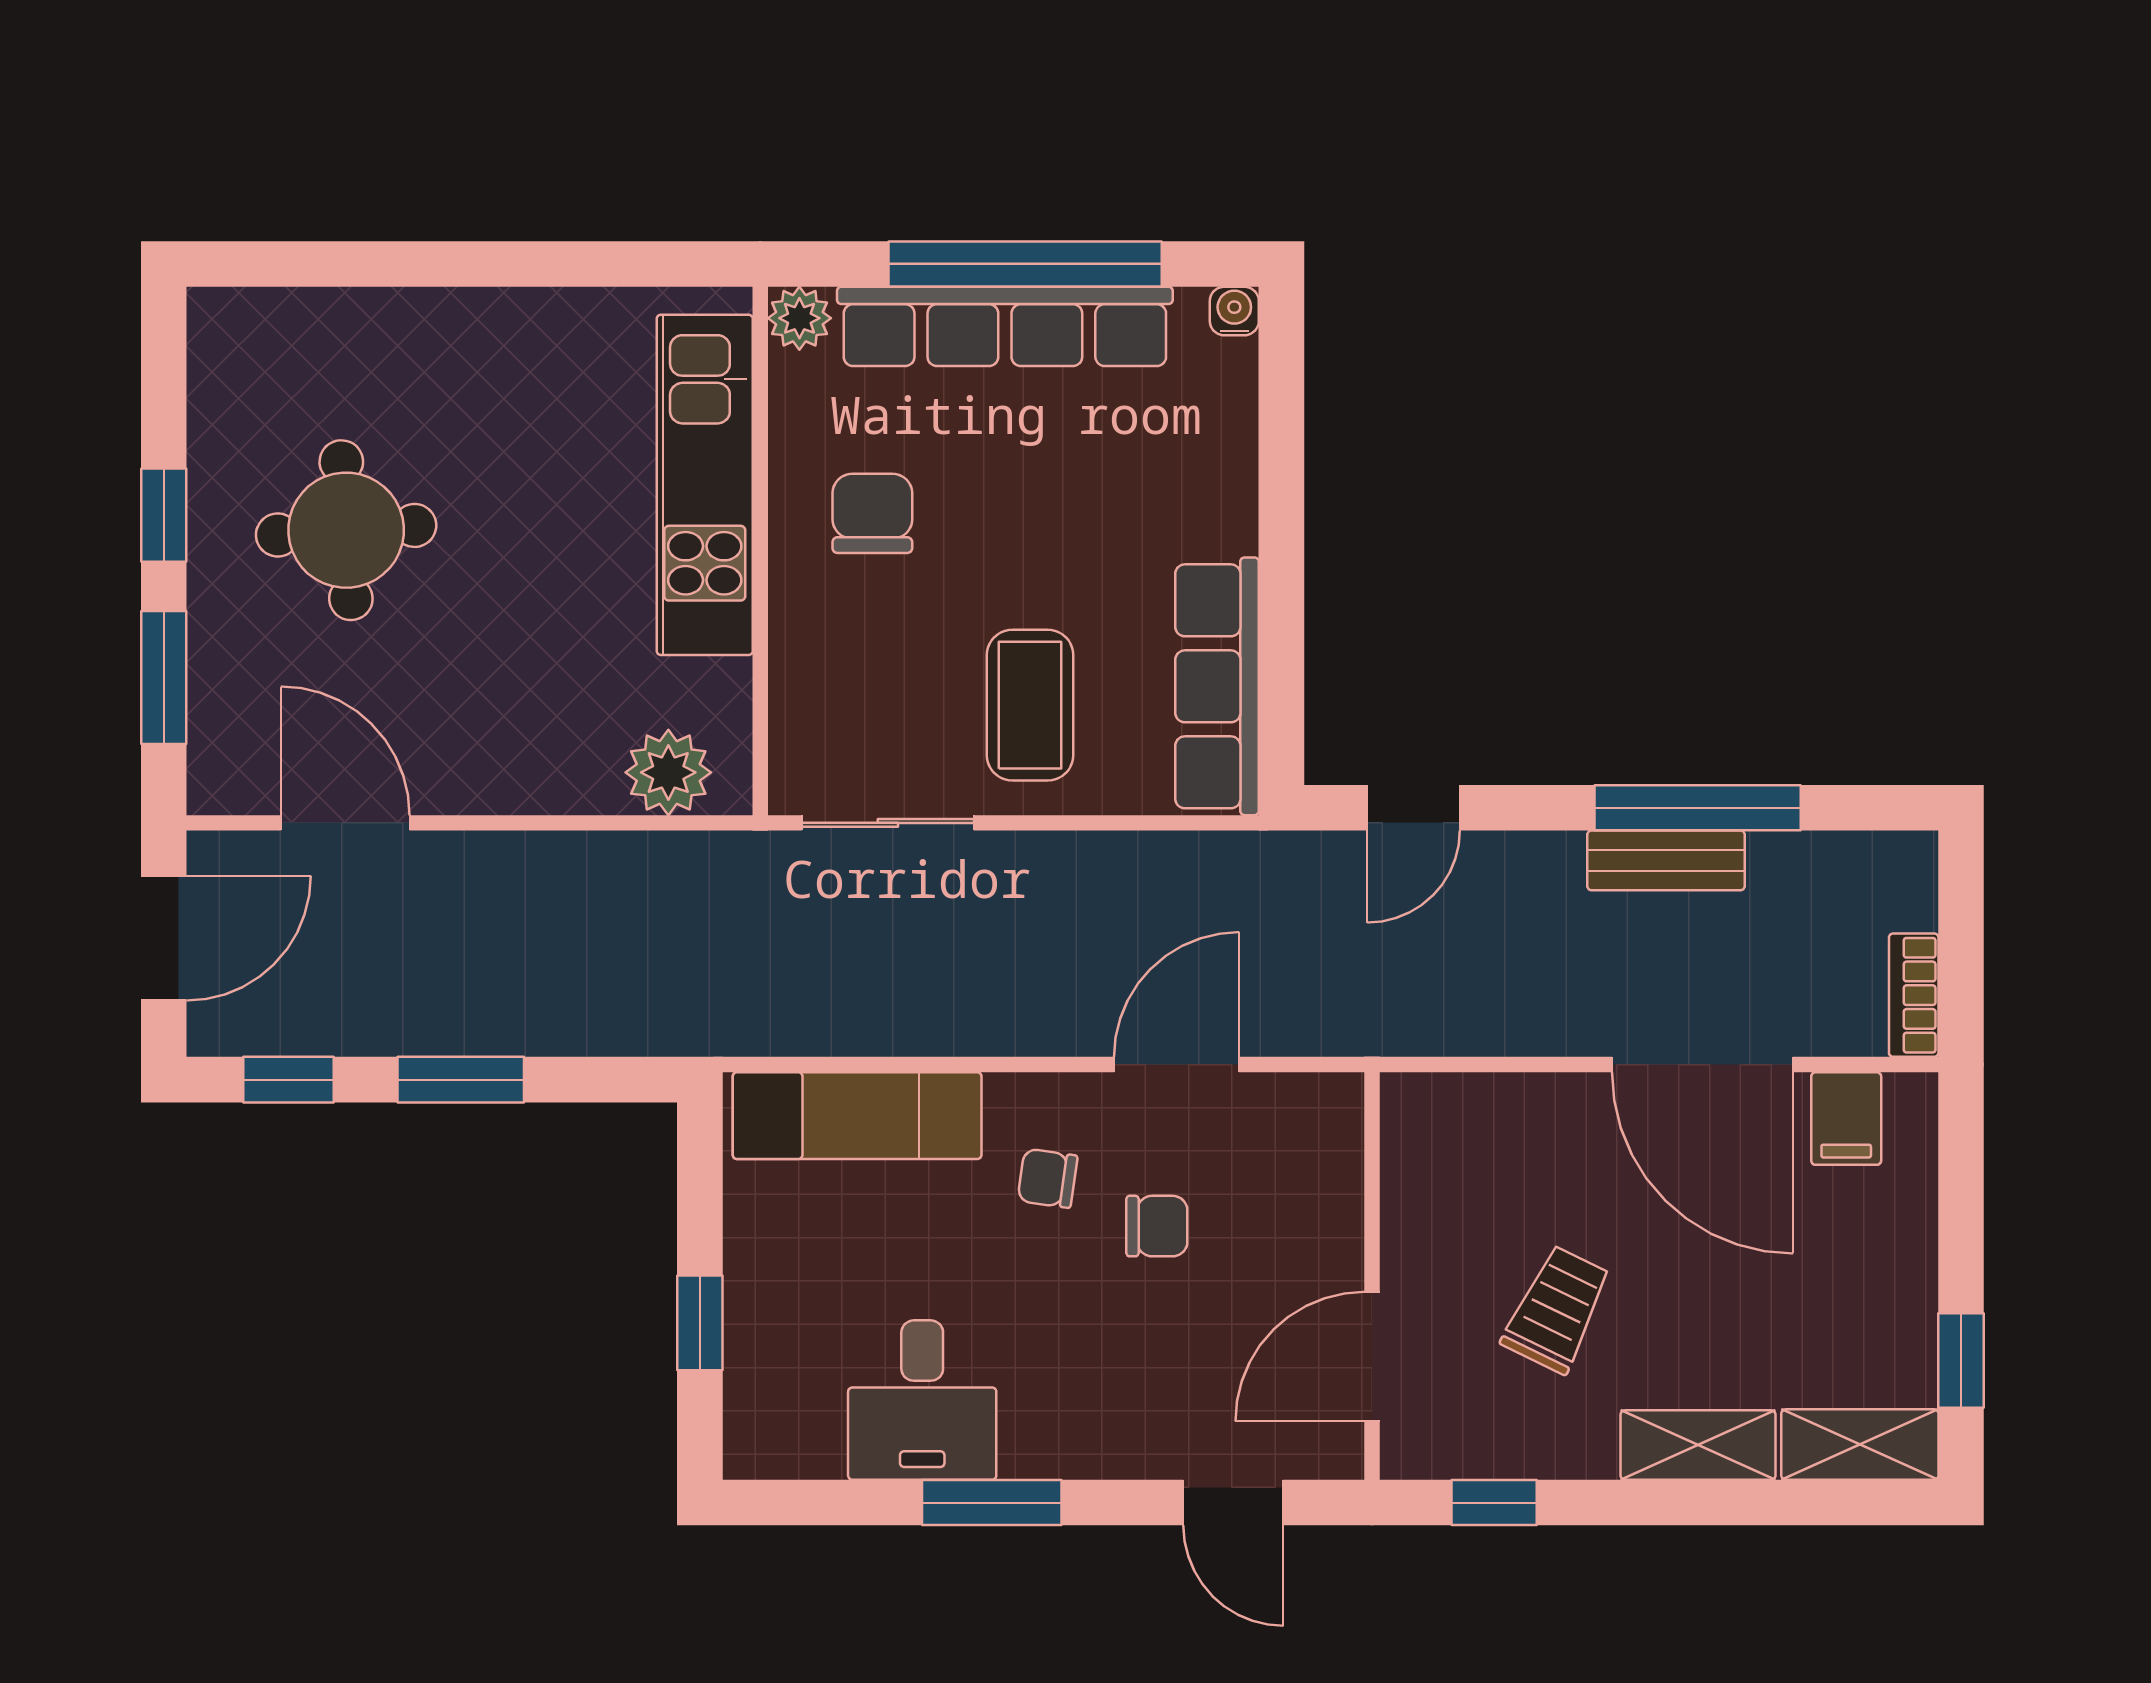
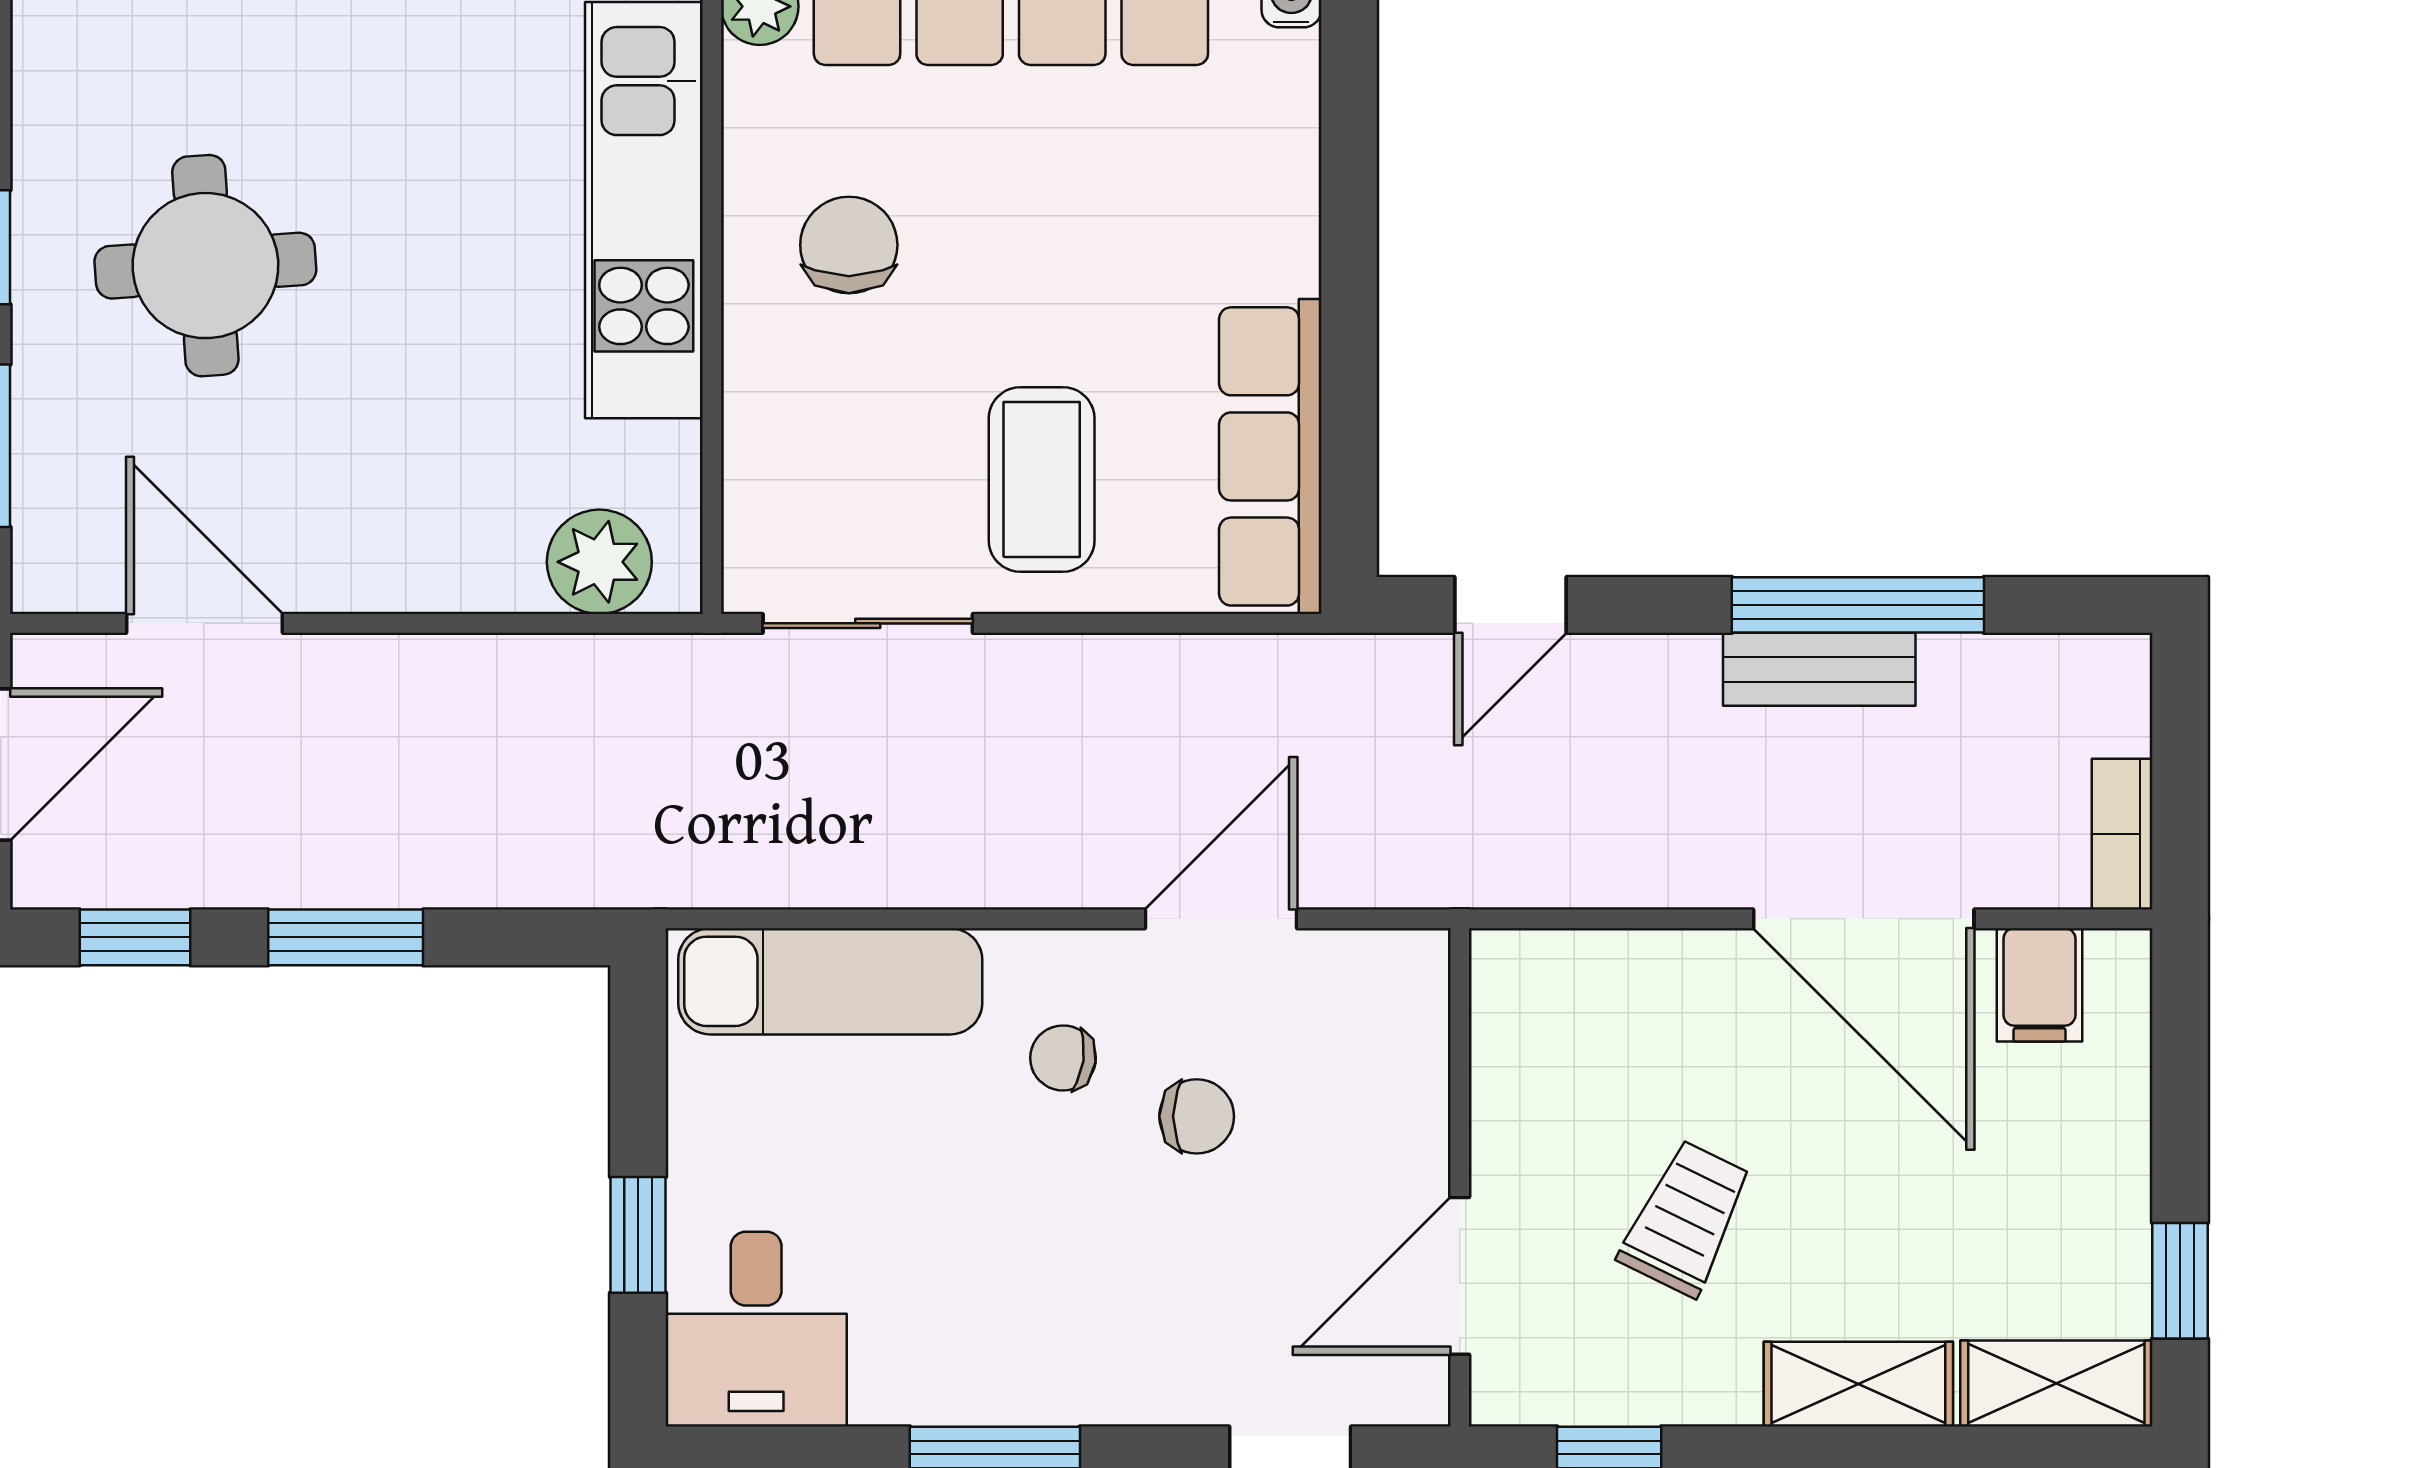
desk: (922, 1400) -> (756, 1329), moved

